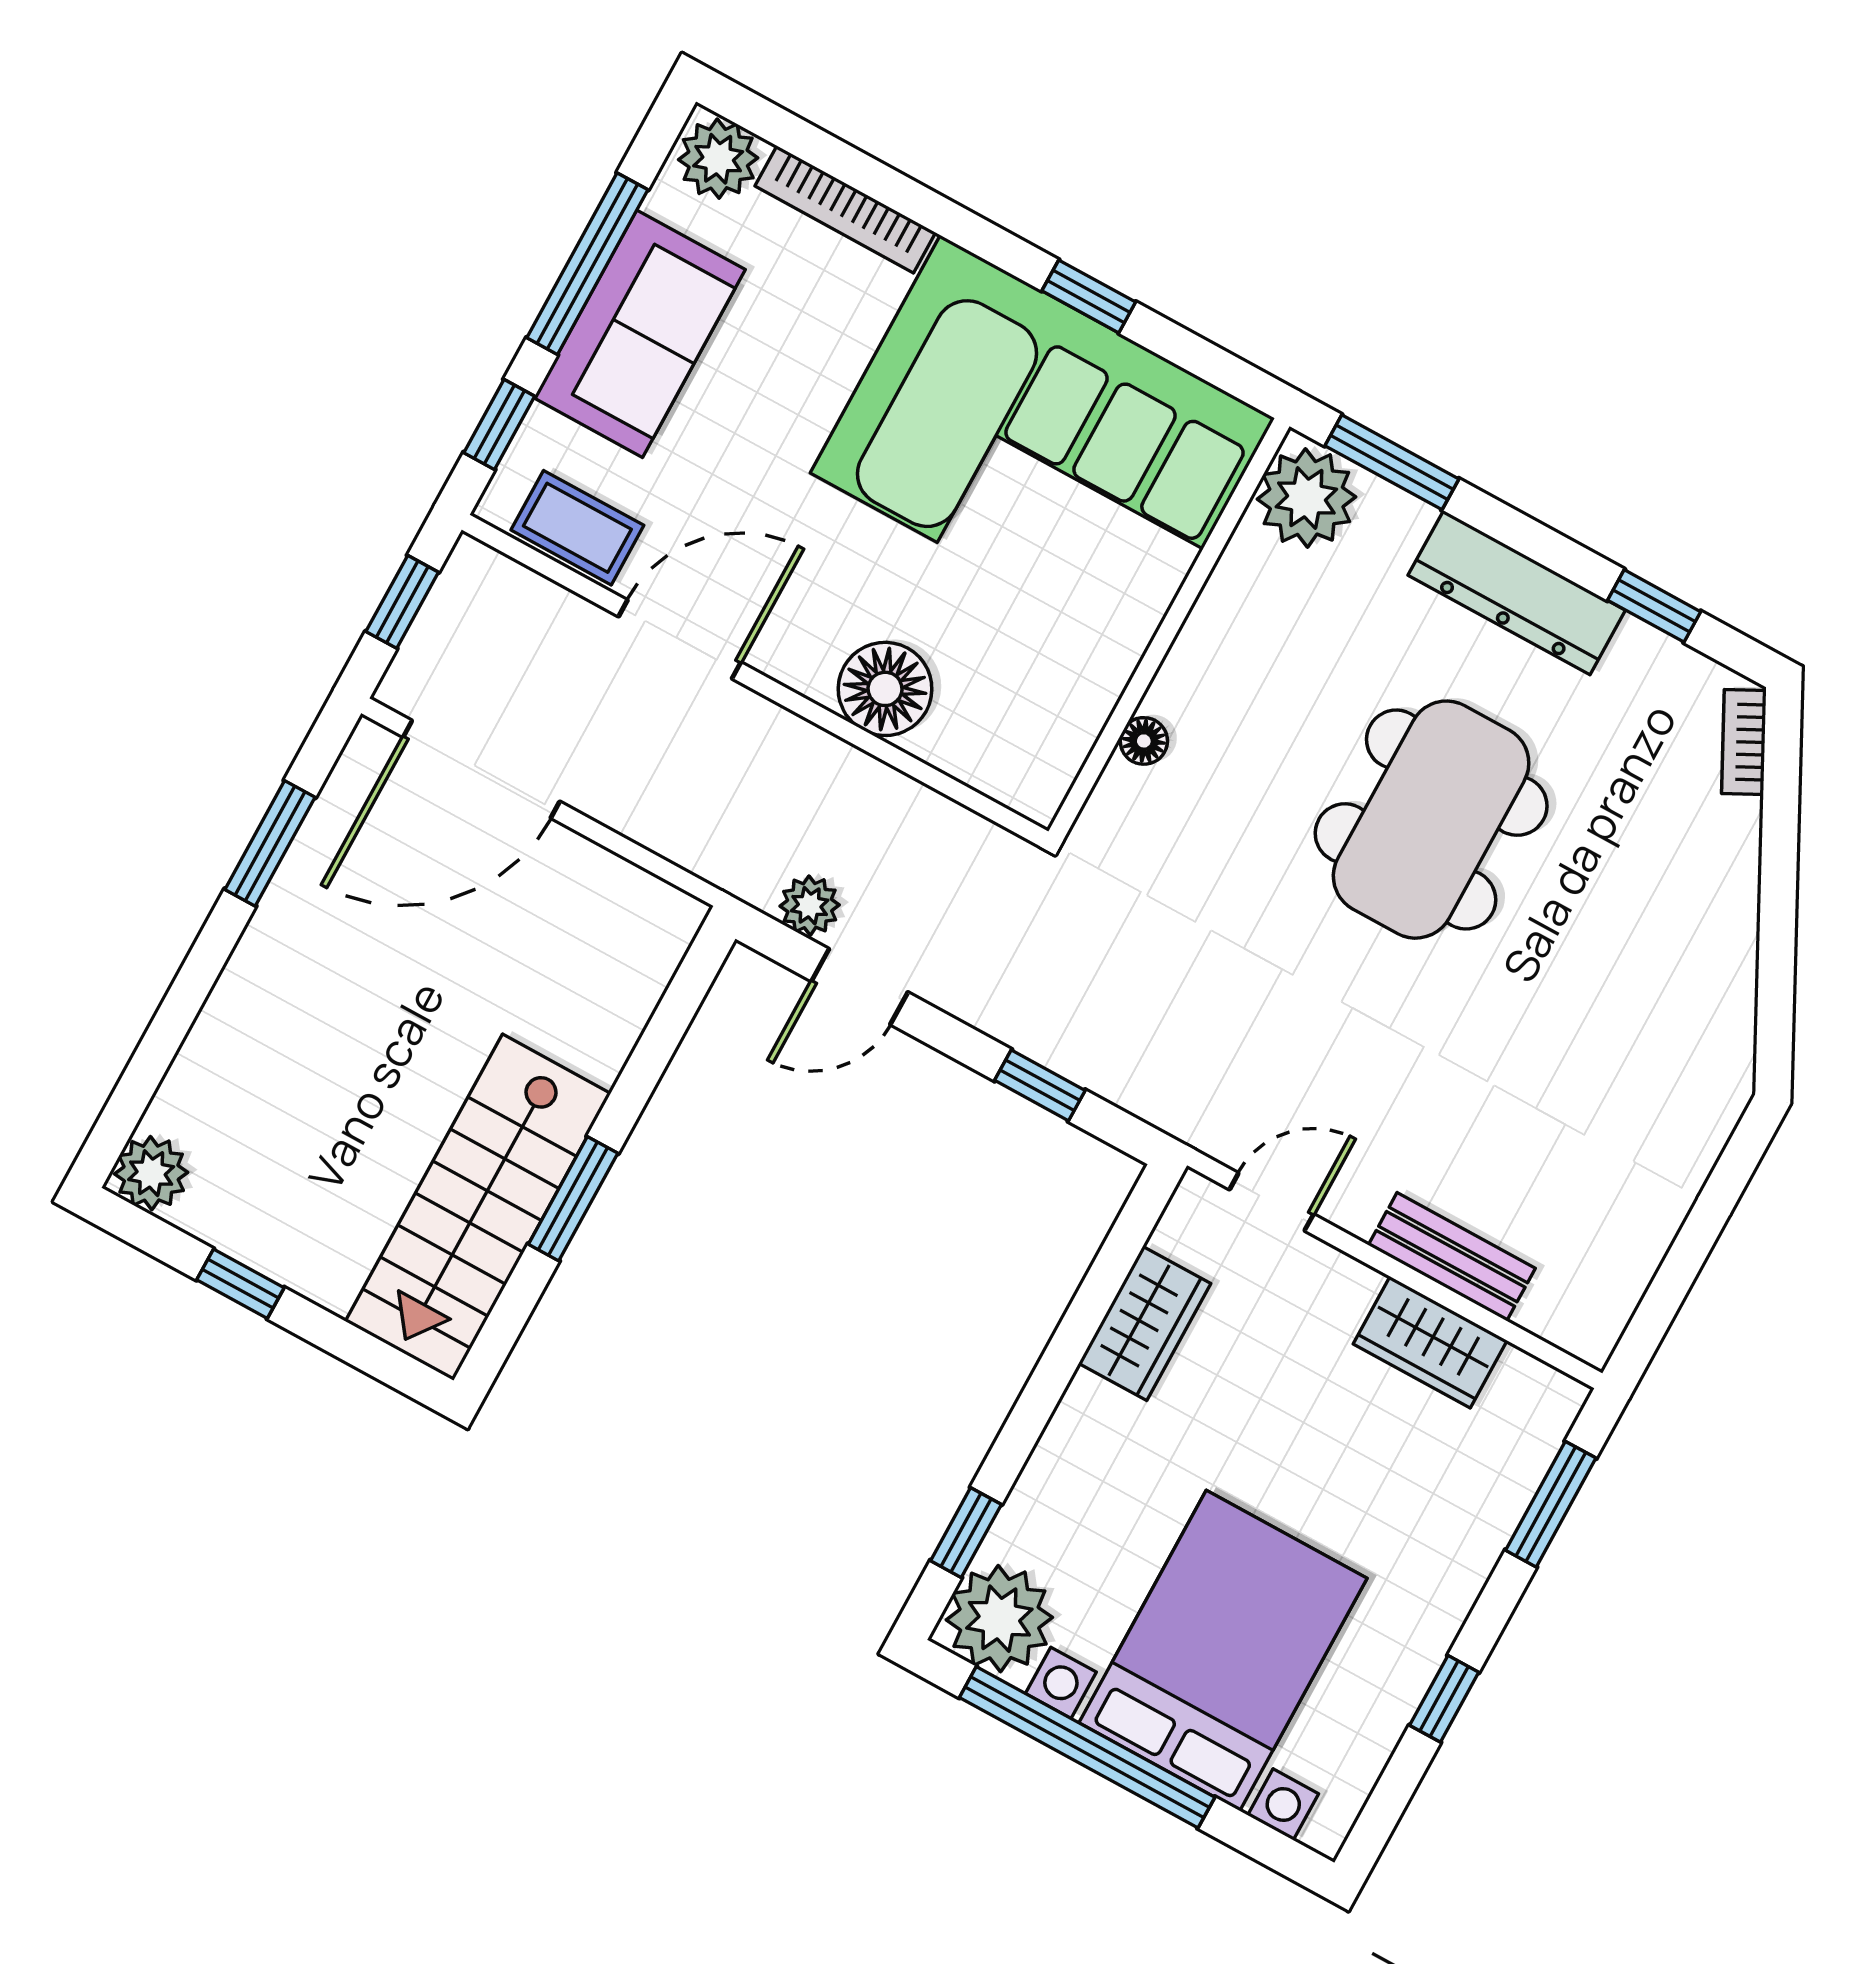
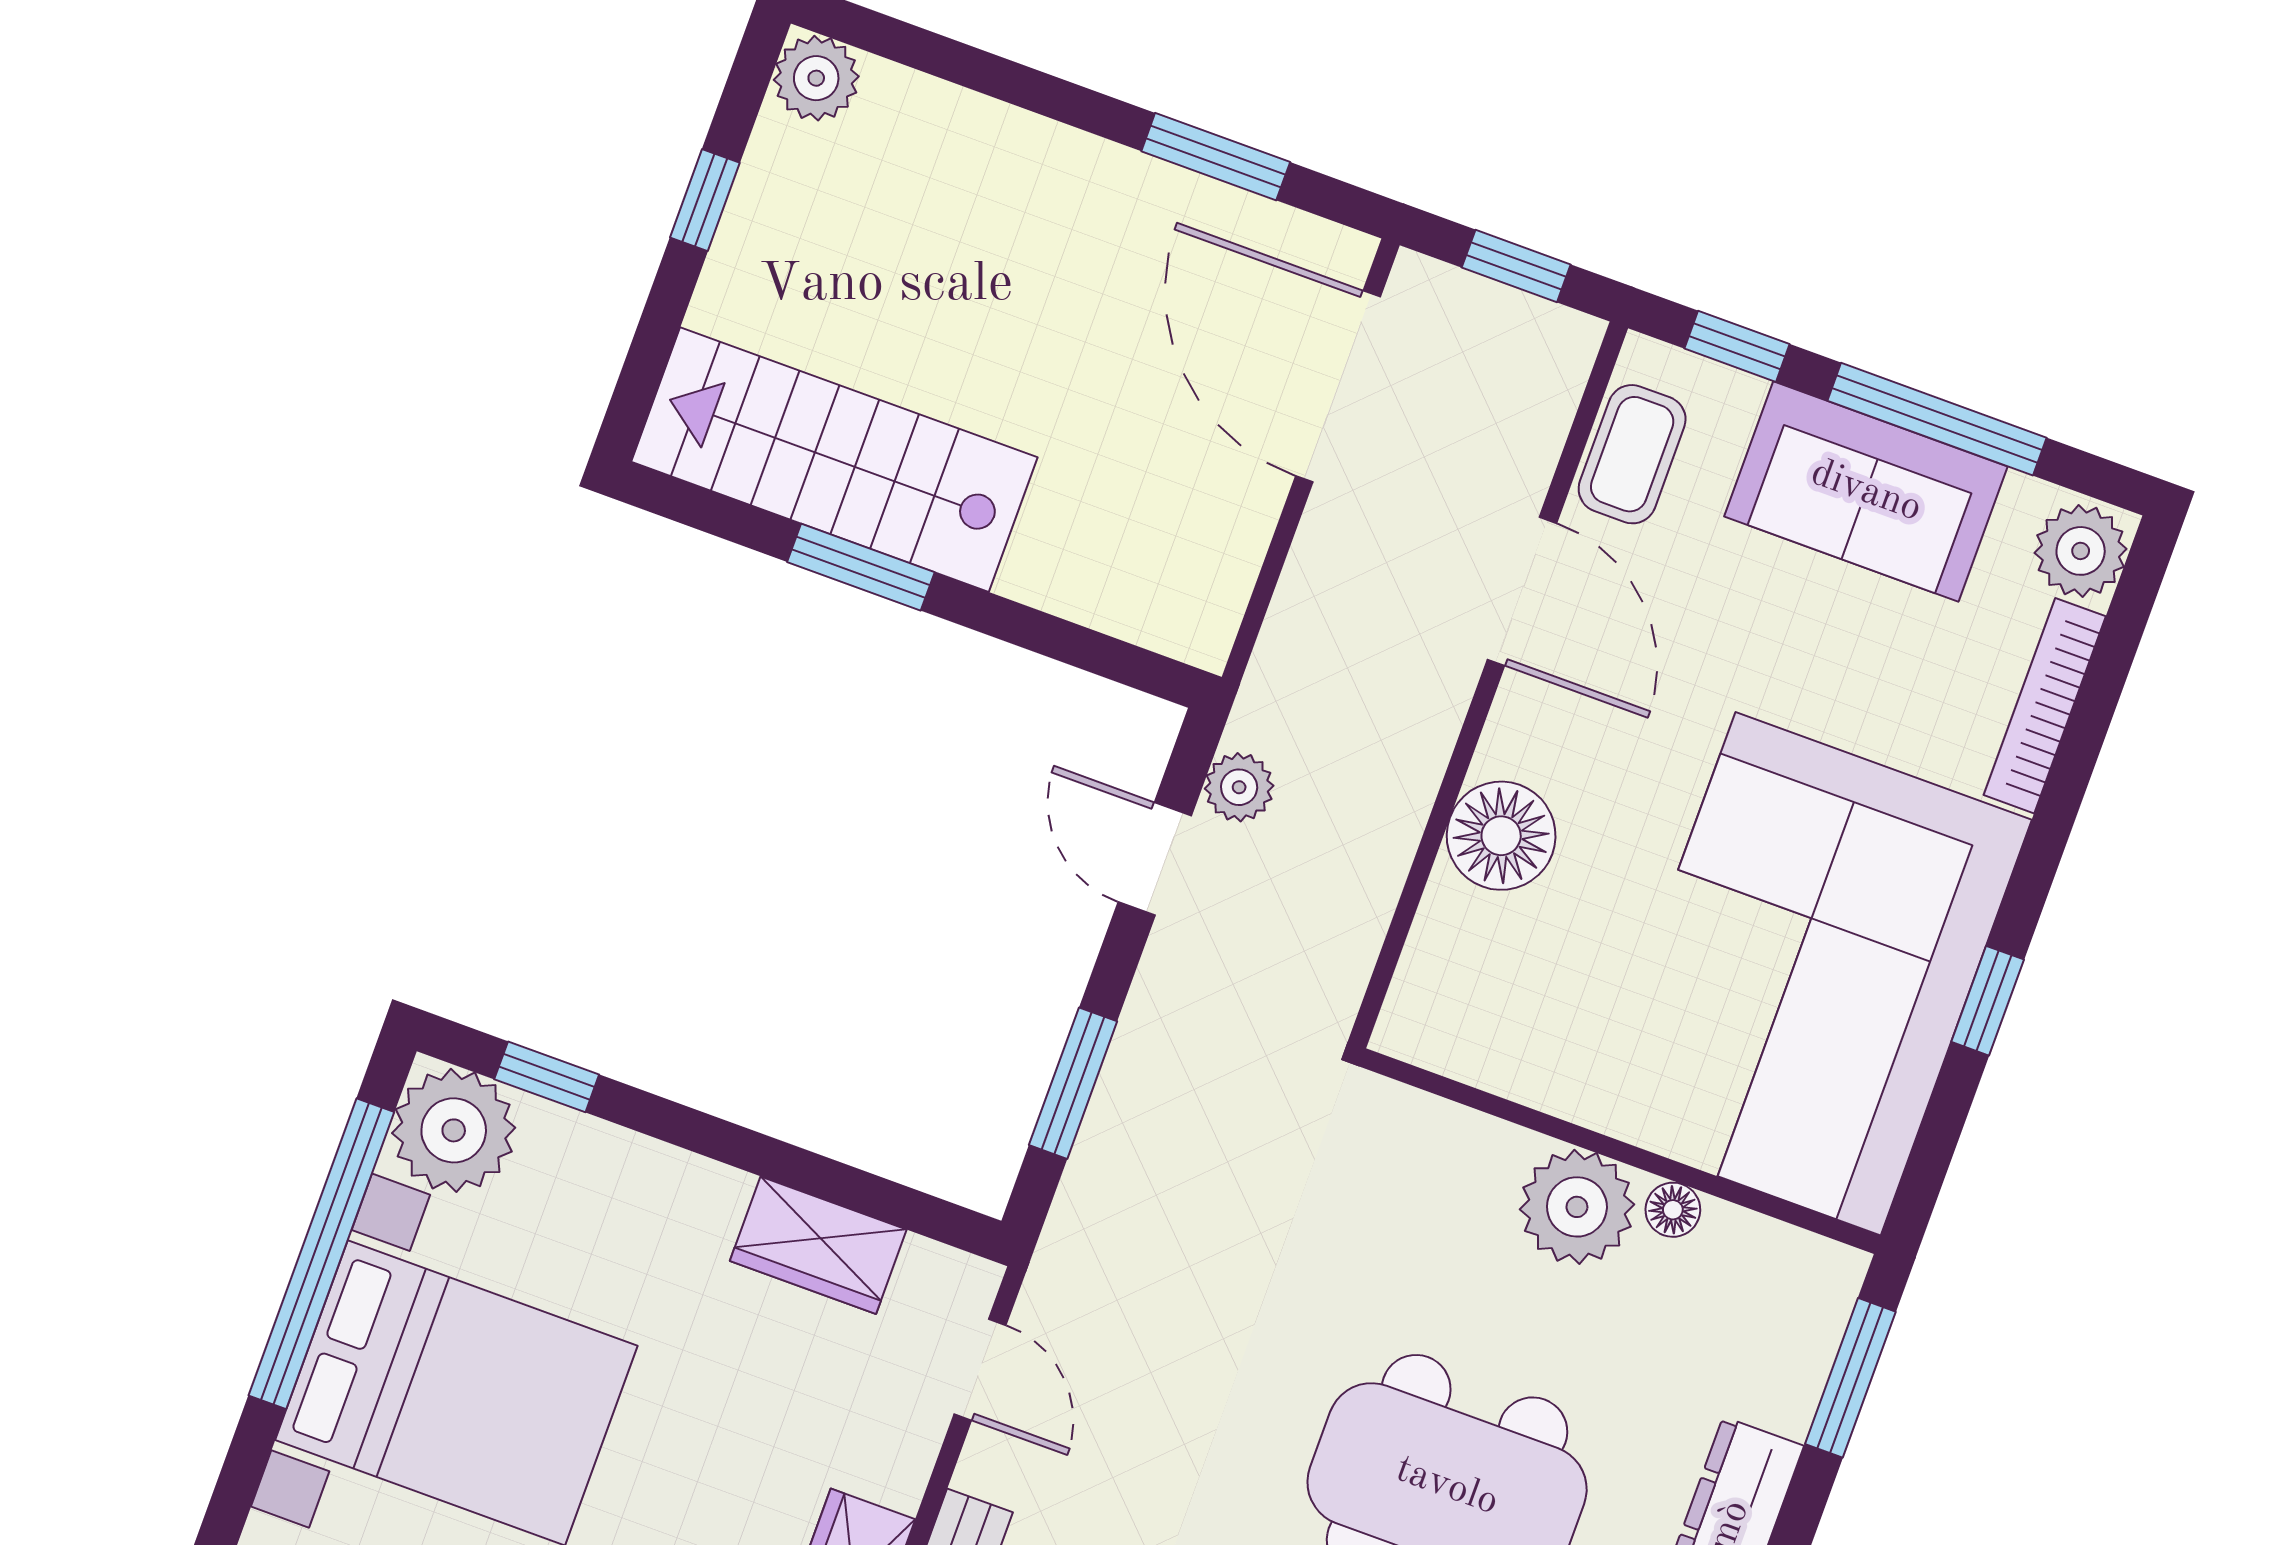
plant: (1306, 498) -> (1577, 1207), moved
floor lamp: (1144, 741) -> (1673, 1210), moved
window: (1040, 1085) -> (1073, 1083), width x1.50

